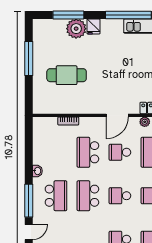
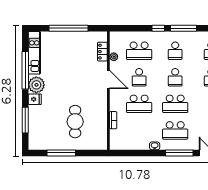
plant: (76, 29) -> (36, 85), moved
school desk: (56, 196) -> (175, 130), turned 180

